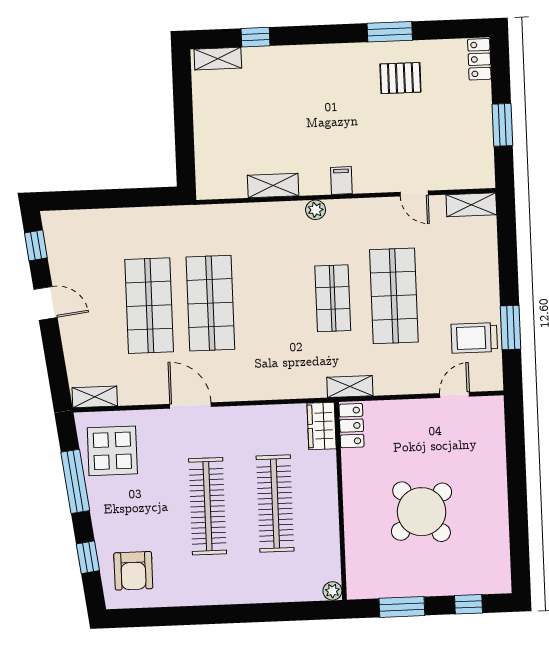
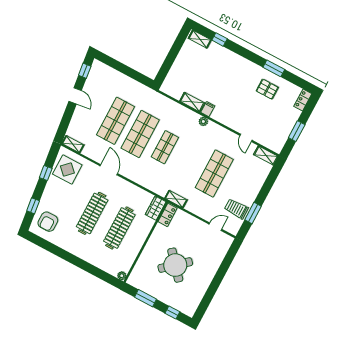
filing cabinet: (341, 181) -> (208, 109), moved
shop shelf: (333, 298) -> (165, 147), moved
window: (75, 481) -> (46, 173), width x0.46

